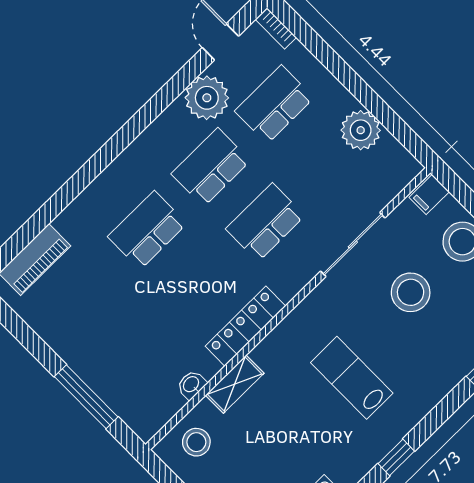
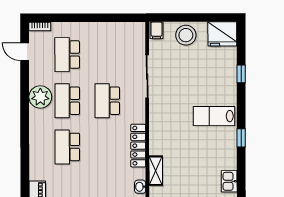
plant: (207, 98) -> (40, 97), moved
plant: (361, 130) -> (108, 32), removed
stool: (411, 292) -> (186, 73), removed
lab bench: (352, 378) -> (214, 116), moved

